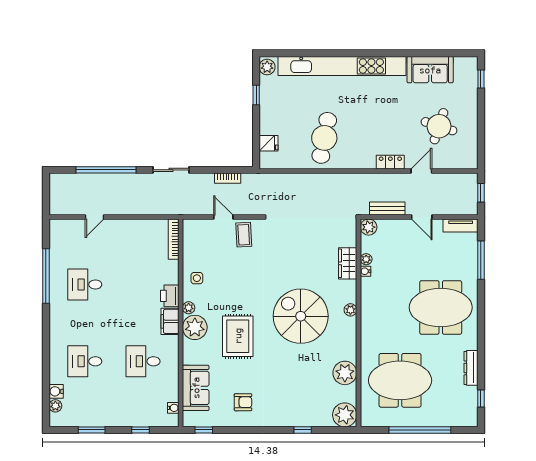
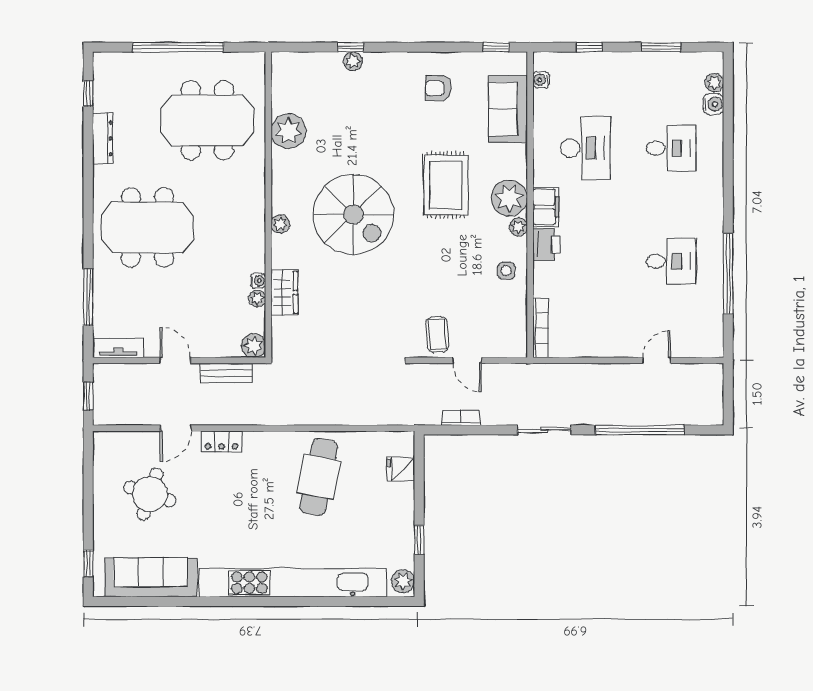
sofa: (430, 70) -> (151, 577), width x1.36
desk: (143, 361) -> (585, 148), width x1.37
plant: (345, 415) -> (353, 61), moved, width x0.53, depth x0.53

